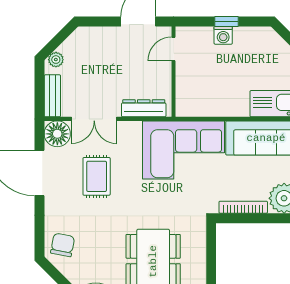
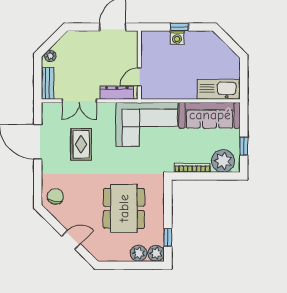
door: (174, 49) -> (139, 77), moved
floor lamp: (57, 134) -> (51, 112), removed

